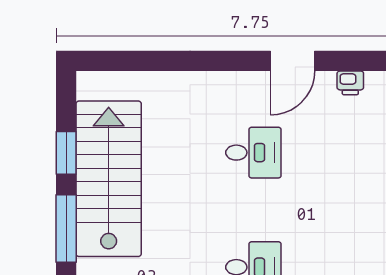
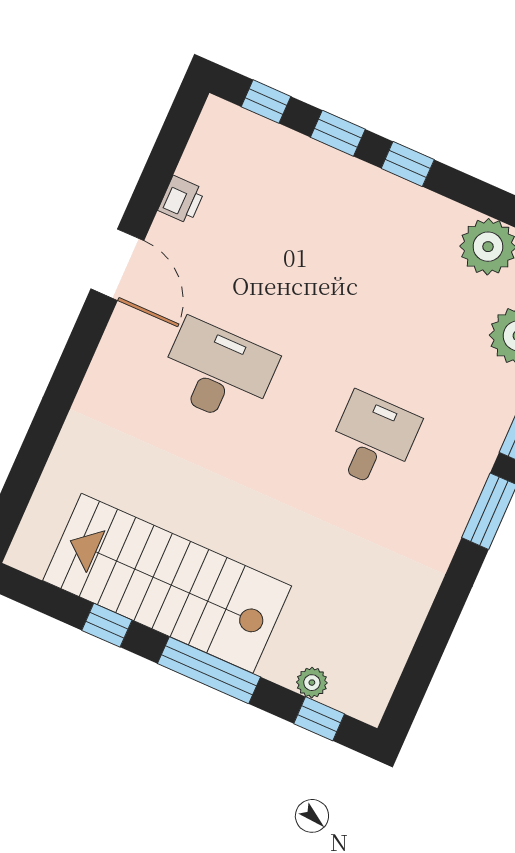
window: (66, 153) -> (107, 625), width x0.67
desk: (253, 153) -> (218, 372), width x1.37

